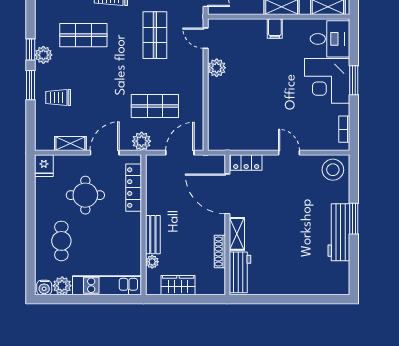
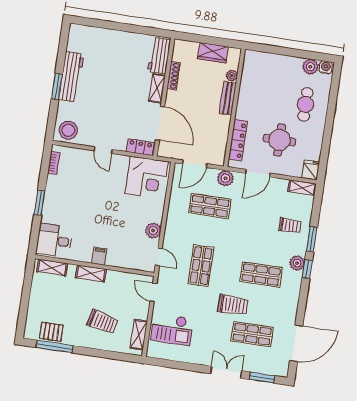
corner desk: (327, 81) -> (147, 178), moved, turned 90
shelving: (70, 144) -> (302, 188), moved
kitchen unit: (107, 285) -> (273, 61), removed

